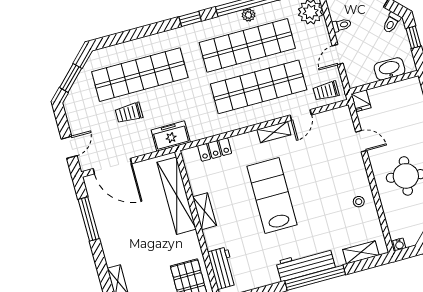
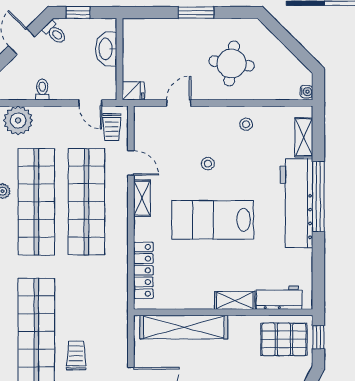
door: (338, 55) -> (90, 103), moved
trolley: (129, 113) -> (76, 356), turned 180
freezer: (171, 136) -> (115, 316), removed
locker: (215, 149) -> (143, 270), width x1.53
stool: (317, 179) -> (208, 164), added
shelving: (205, 211) -> (235, 300), moved
workbench: (306, 264) -> (296, 203), width x1.36, depth x1.32

